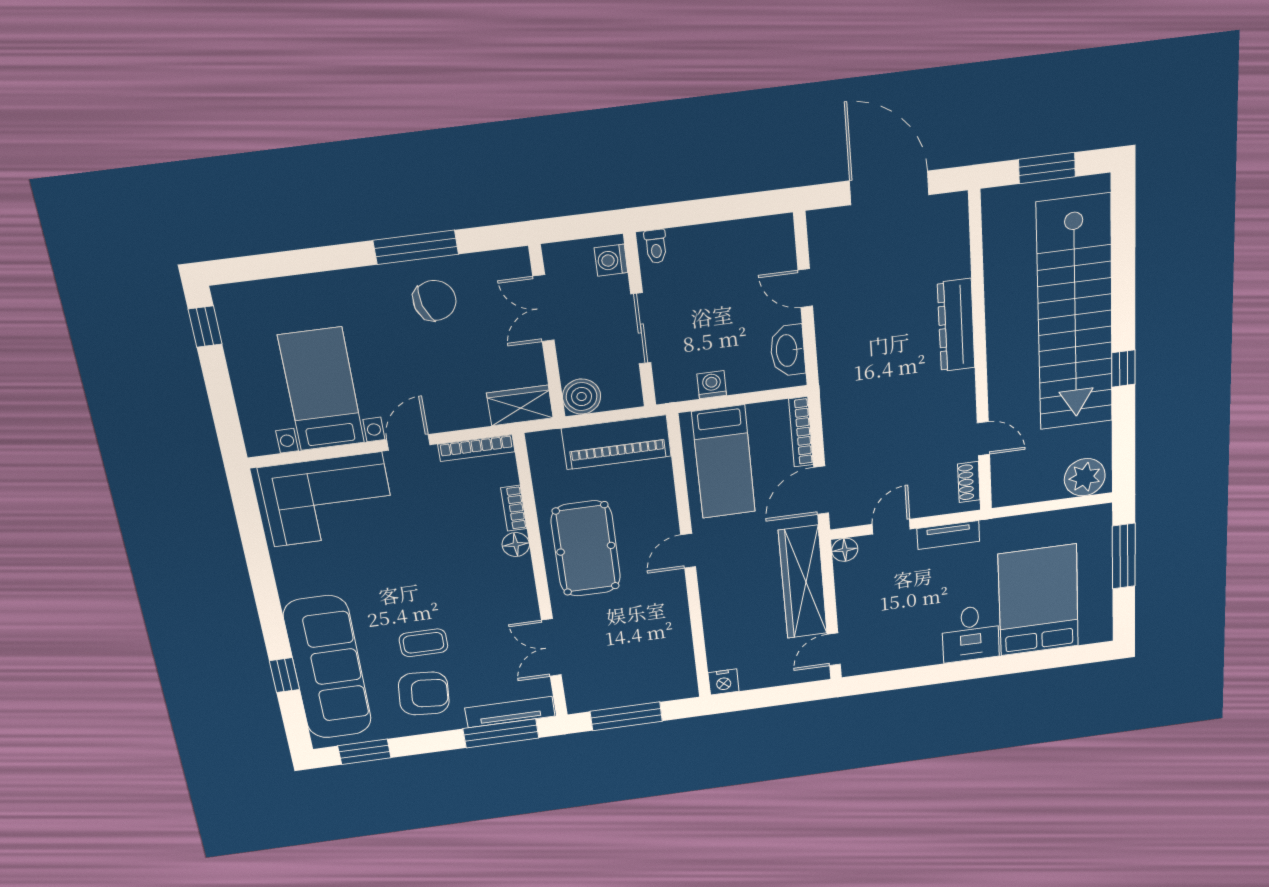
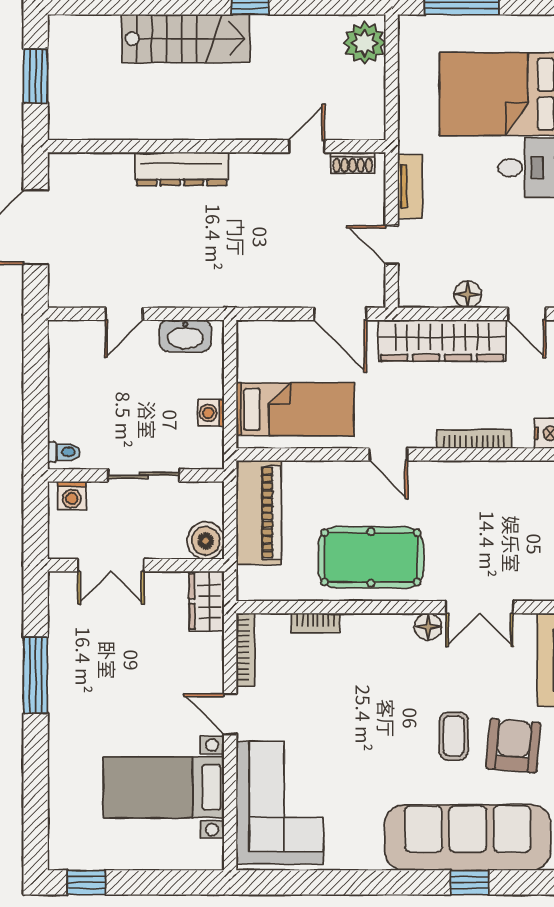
chair: (435, 300) -> (89, 666), removed
stairs: (1075, 314) -> (186, 39), width x0.54, depth x0.66
bookcase: (801, 432) -> (474, 439), moved, turned 180
floor lamp: (516, 545) -> (428, 627), moved
floor lamp: (845, 550) -> (468, 294), moved

